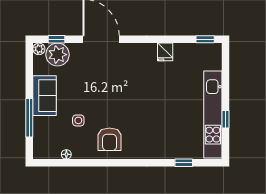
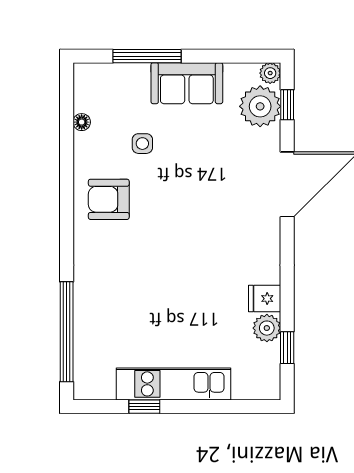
window: (205, 39) -> (287, 348), moved
plant: (182, 51) -> (267, 328), added
kitchen unit: (213, 115) -> (174, 384), width x0.73
window: (184, 163) -> (67, 332), width x3.17

